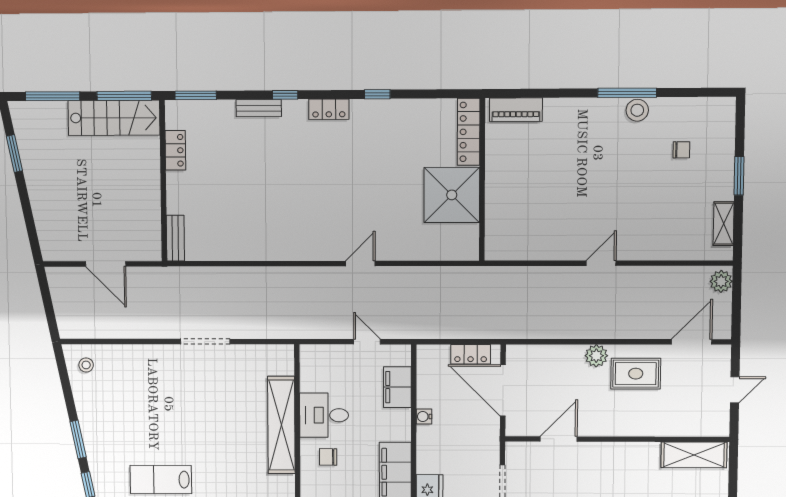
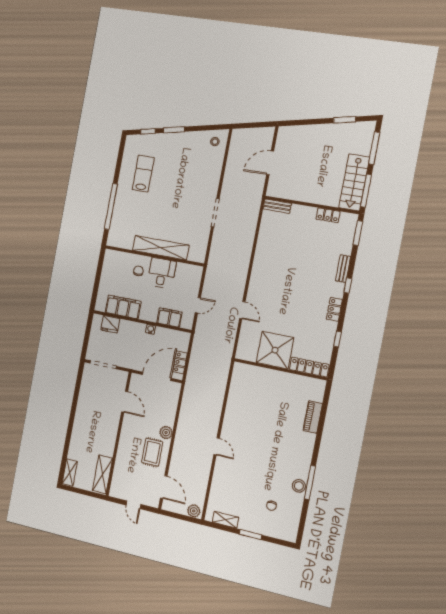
locker: (469, 132) -> (309, 367), moved
wall: (482, 180) -> (280, 369), moved
shower: (452, 195) -> (275, 350), moved

